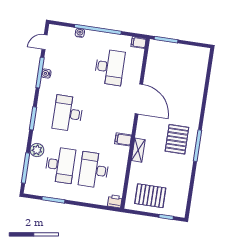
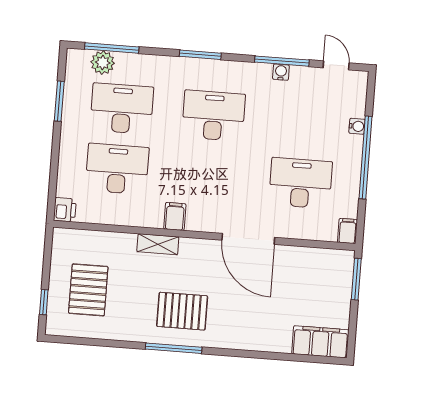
filing cabinet: (200, 62) -> (320, 342), added
desk: (110, 67) -> (301, 183), turned 180
door: (139, 99) -> (248, 239), hinge flipped
plant: (37, 150) -> (103, 63), moved
desk: (60, 165) -> (122, 109), turned 180
pallet: (150, 196) -> (88, 290), moved

